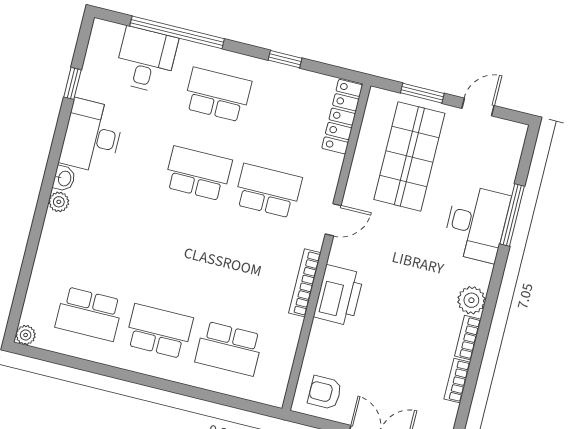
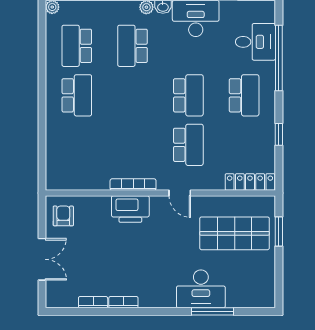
door: (478, 107) -> (279, 271), removed
plant: (471, 300) -> (149, 298), removed
school desk: (229, 349) -> (133, 46), moved

